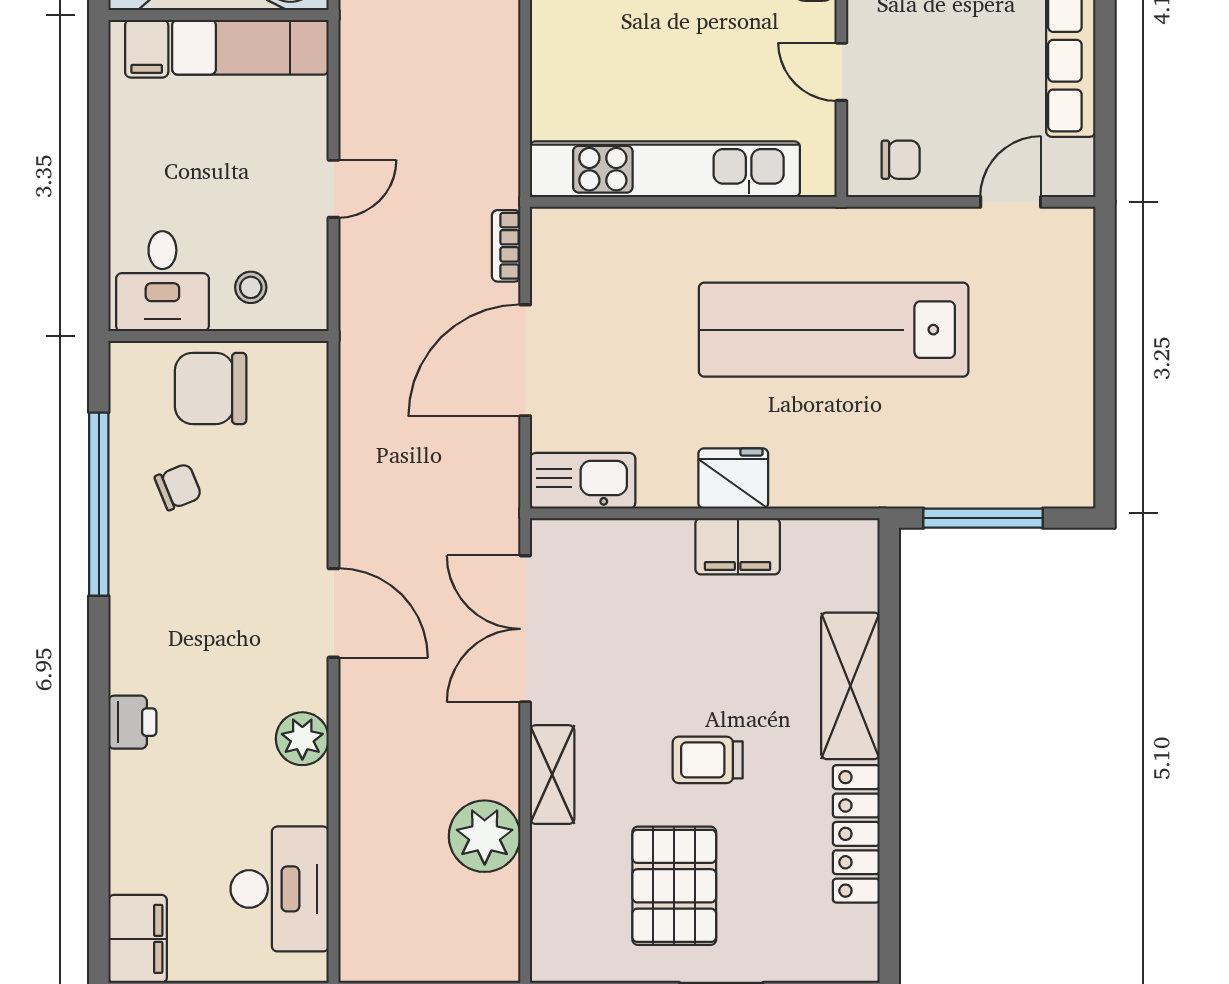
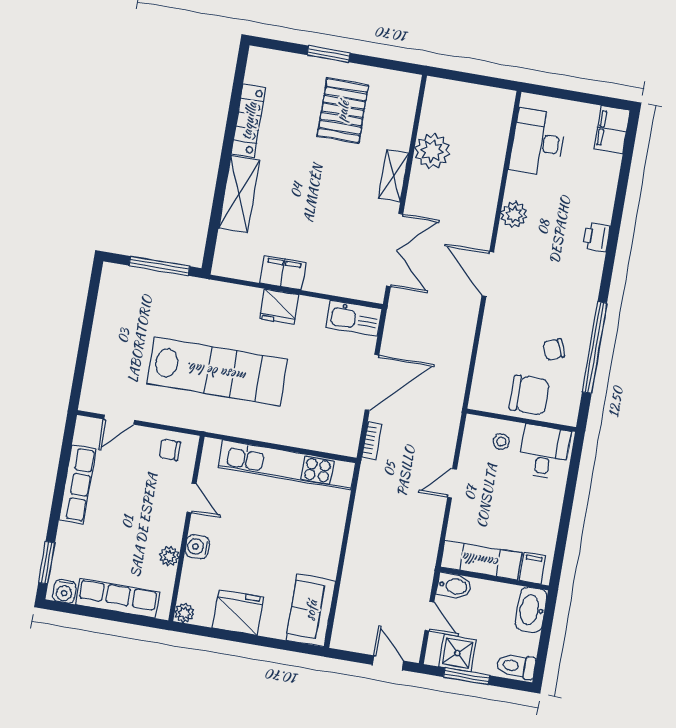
trolley: (708, 760) -> (316, 170), removed

